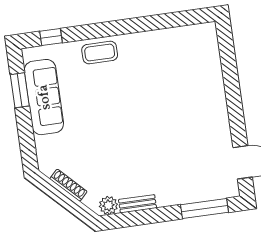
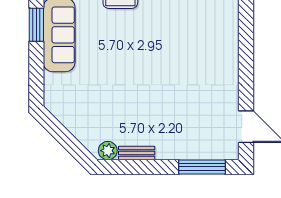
shoe rack: (68, 185) -> (71, 125), removed

